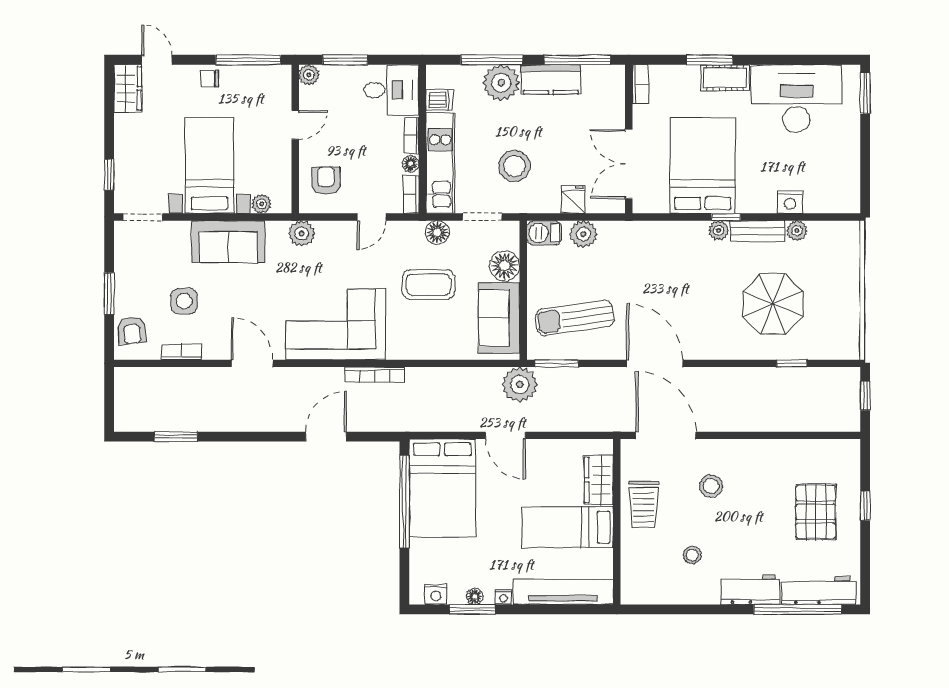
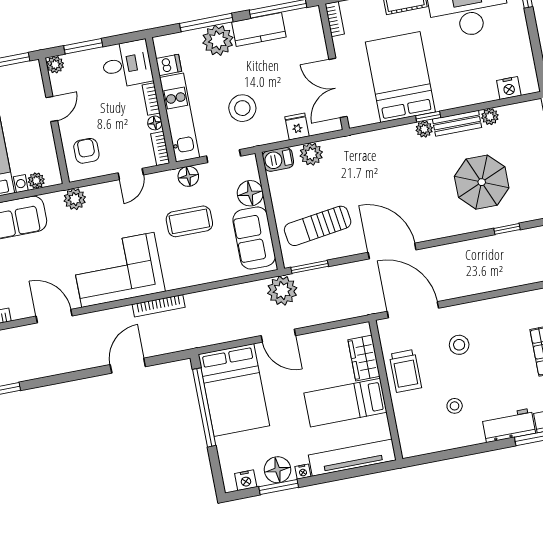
nightstand: (790, 202) -> (509, 88), moved
floor lamp: (475, 596) -> (278, 470), width x1.89, depth x1.89

